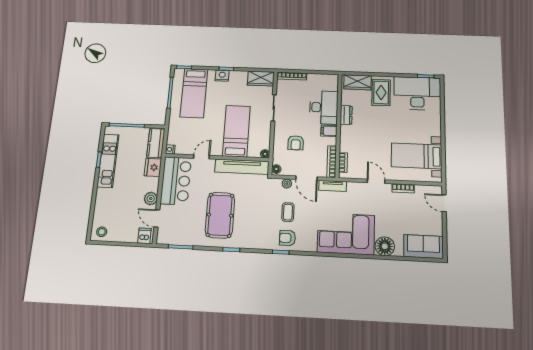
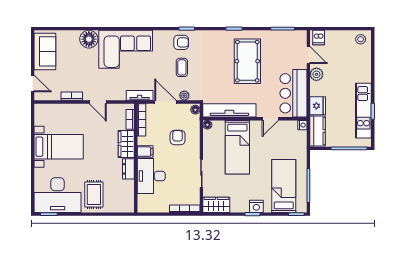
wardrobe: (357, 82) -> (126, 144), moved, turned -90
bed with nightstands: (417, 156) -> (59, 147), moved
sofa: (423, 247) -> (45, 51), moved, turned -90

